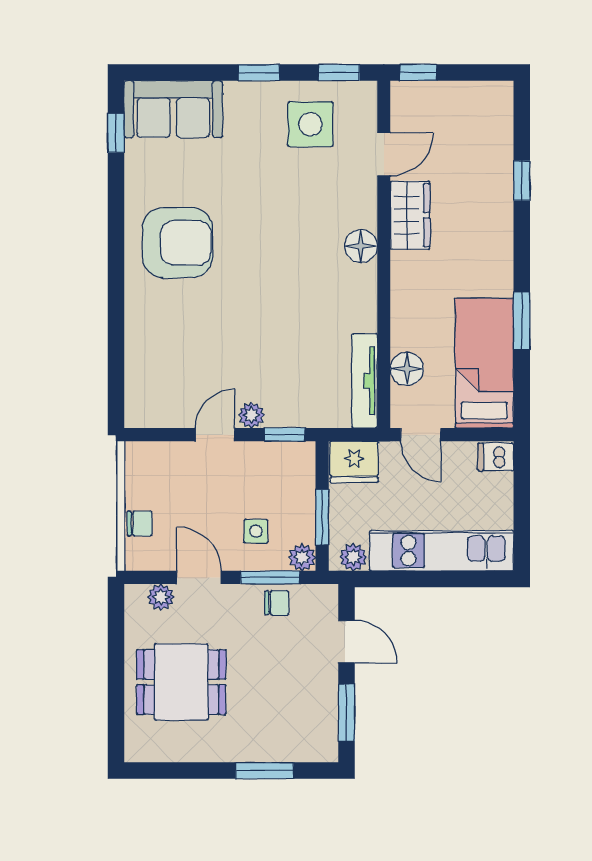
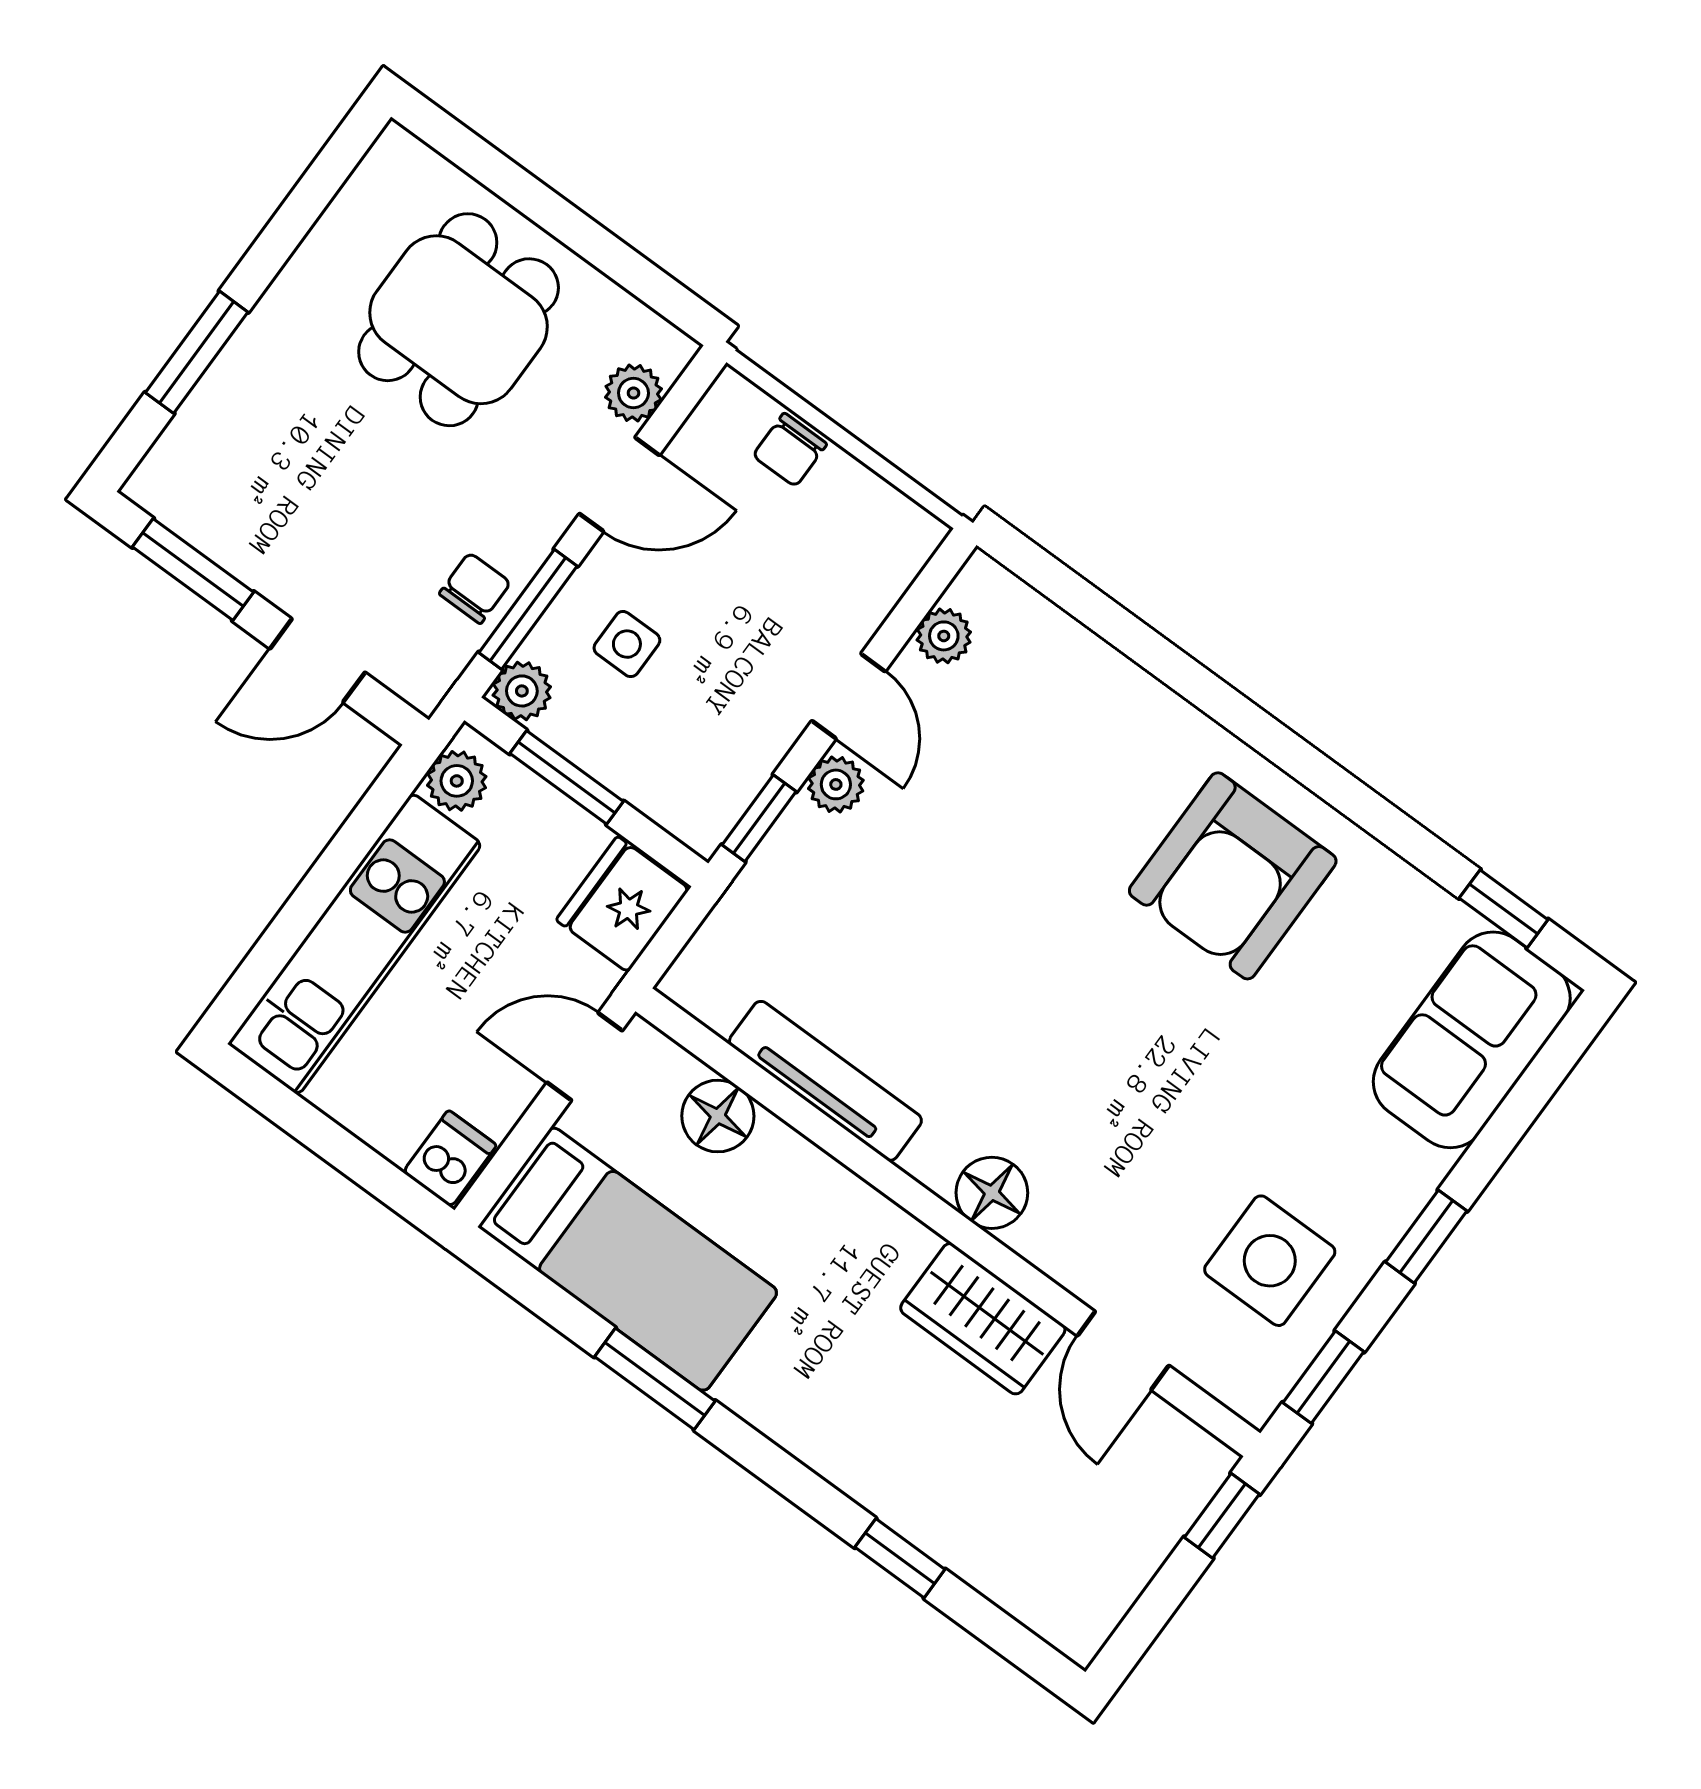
tv unit: (364, 381) -> (825, 1081), moved
plant: (167, 416) -> (944, 636), added
chair: (277, 603) -> (475, 588), turned 180

